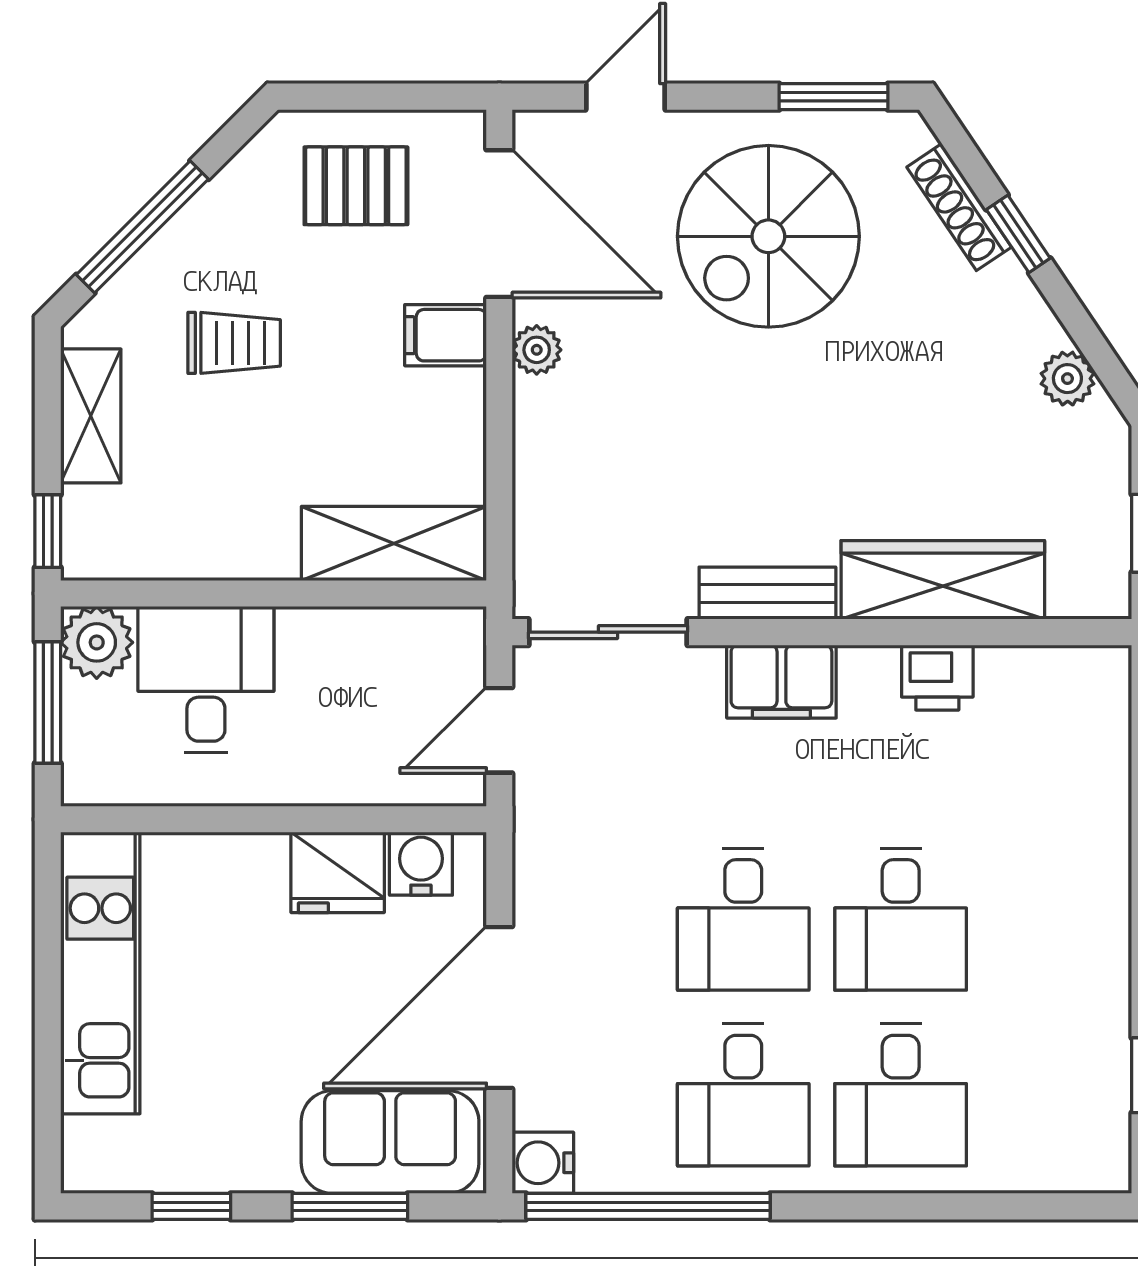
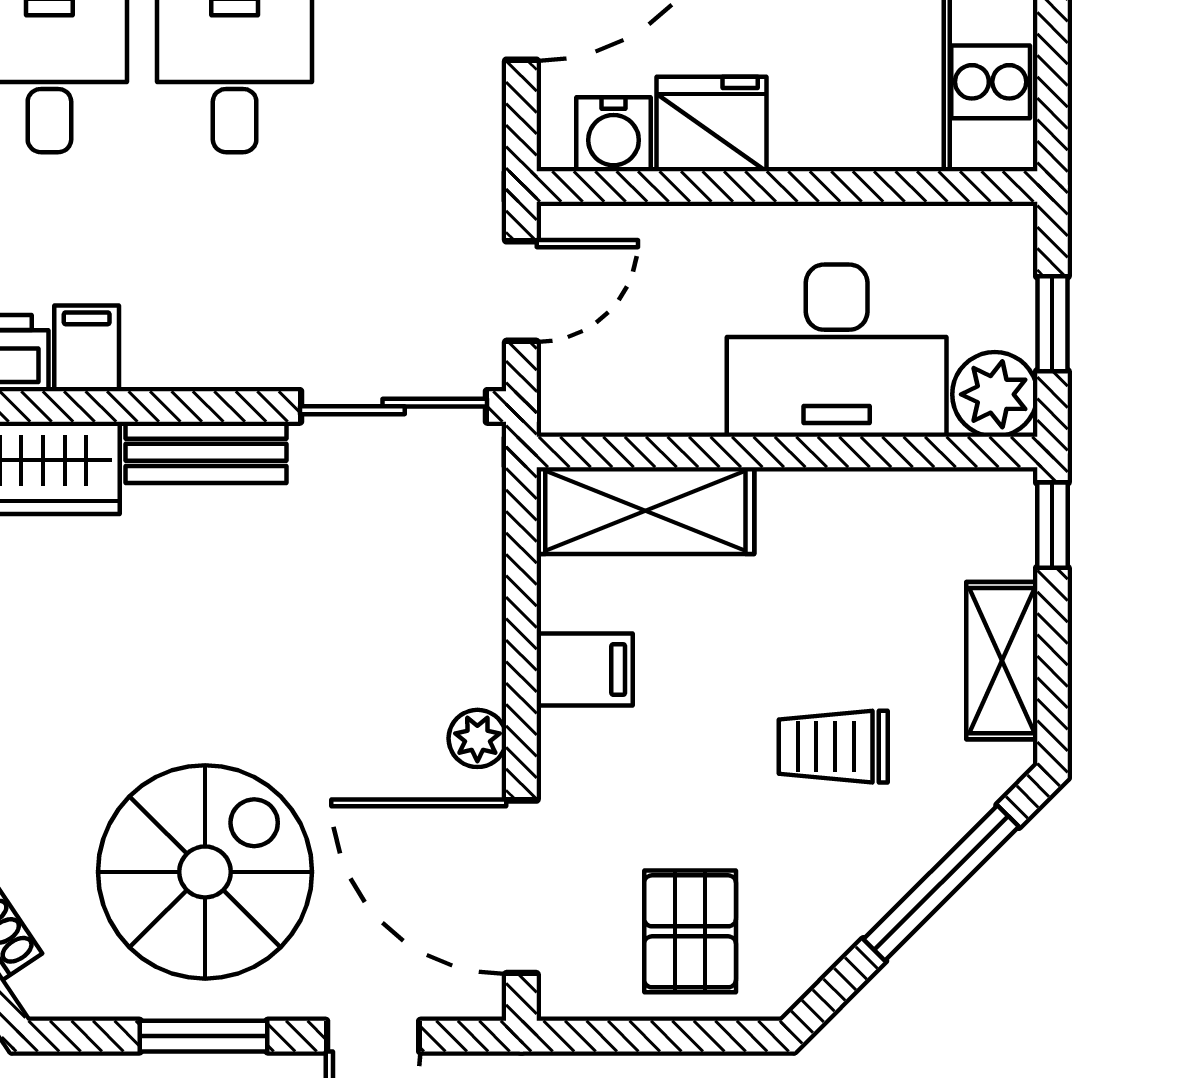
window: (833, 97) -> (204, 1036), moved
pallet: (356, 186) -> (690, 931), turned 90
filing cabinet: (446, 335) -> (585, 670), moved
desk: (206, 680) -> (837, 351), width x1.37
filing cabinet: (781, 682) -> (87, 348), moved, width x0.50
window: (48, 702) -> (1052, 324), width x0.67

